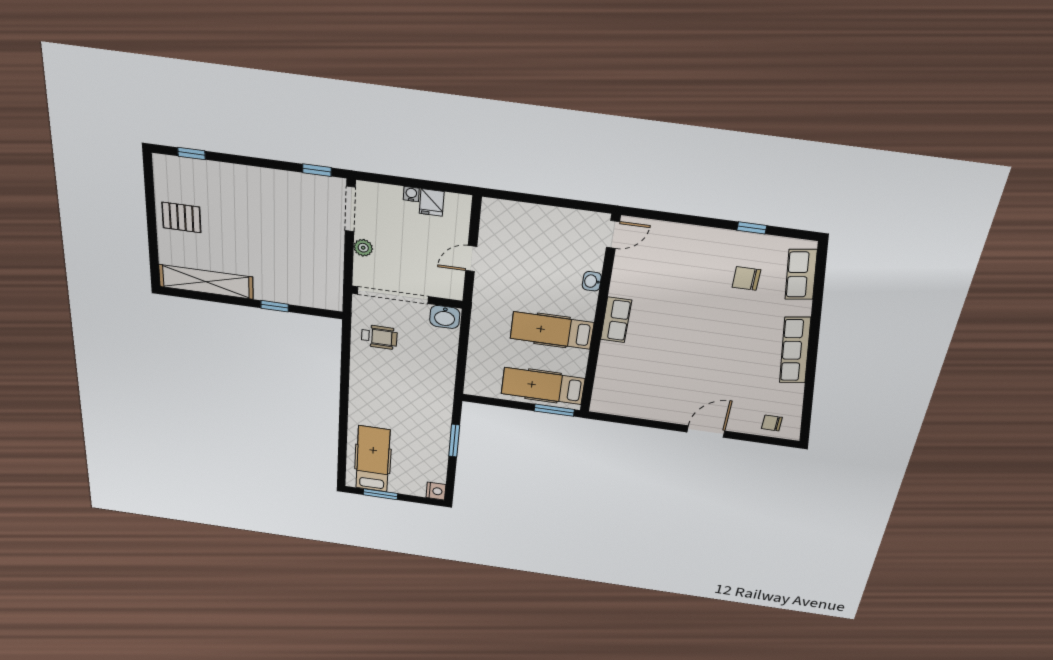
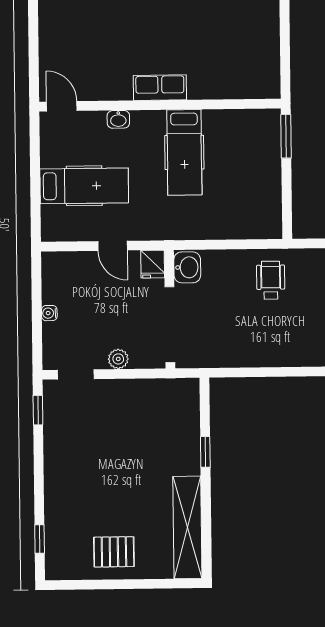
fridge: (432, 202) -> (153, 264), moved, turned 90
doorway: (350, 209) -> (76, 374), width x0.73
pallet: (181, 217) -> (114, 552), turned 90
wheelchair: (379, 337) -> (271, 280), moved
hospital bed: (543, 386) -> (84, 186), moved, turned -90

